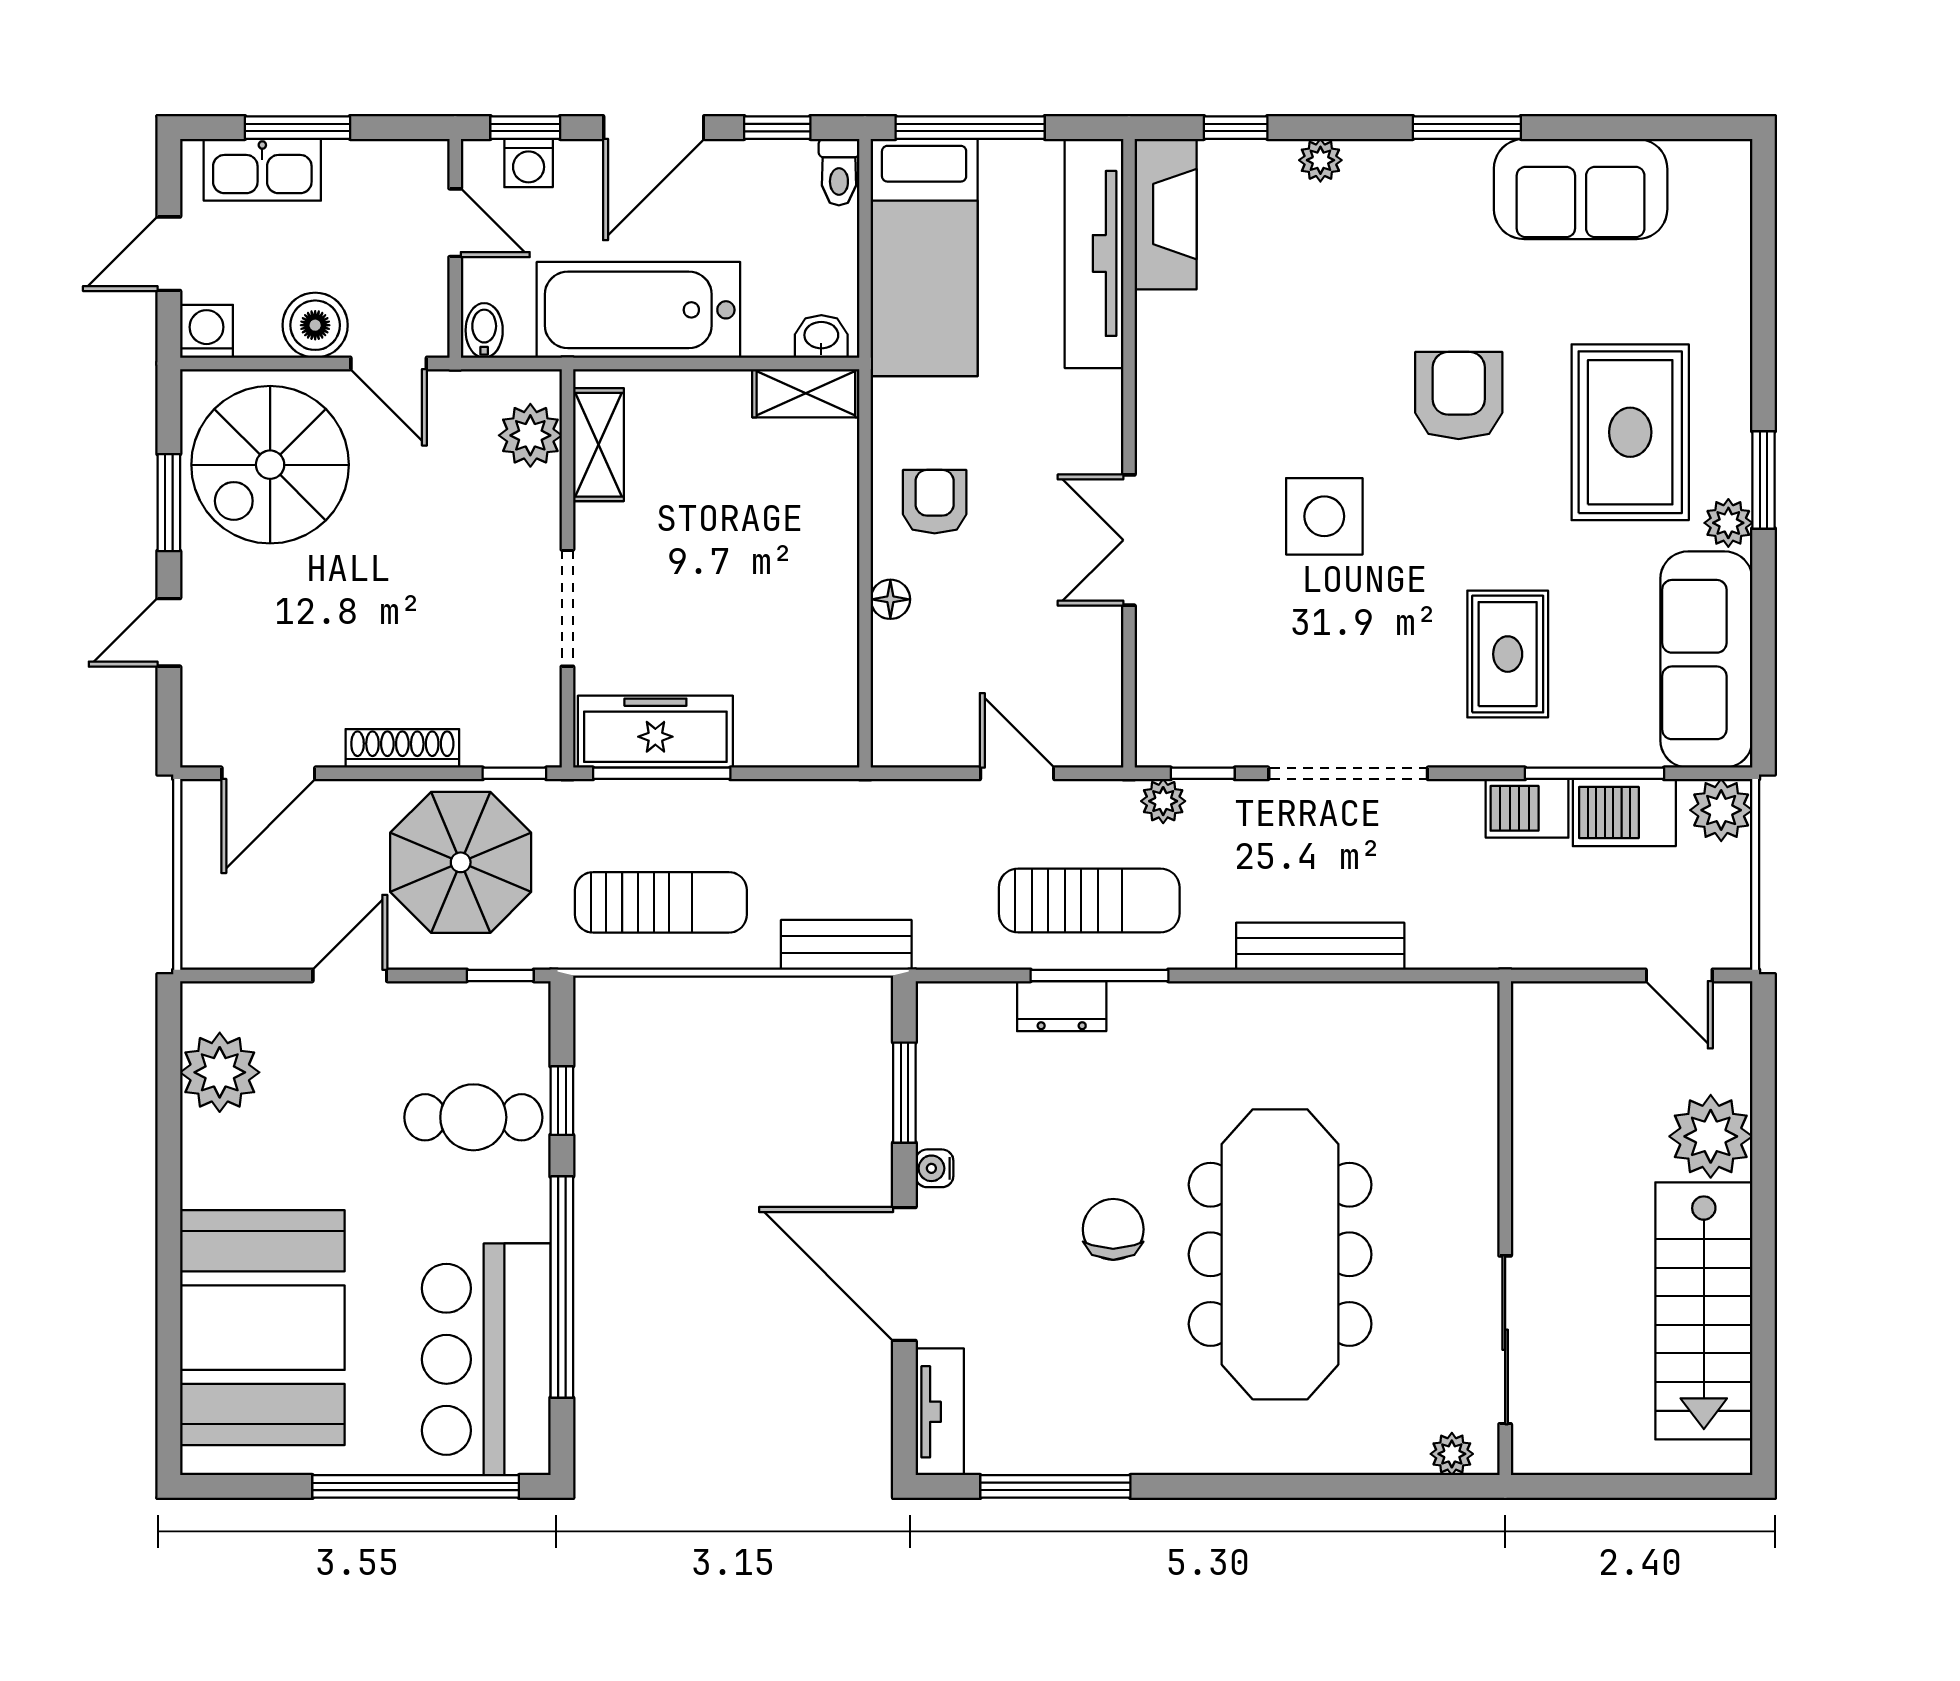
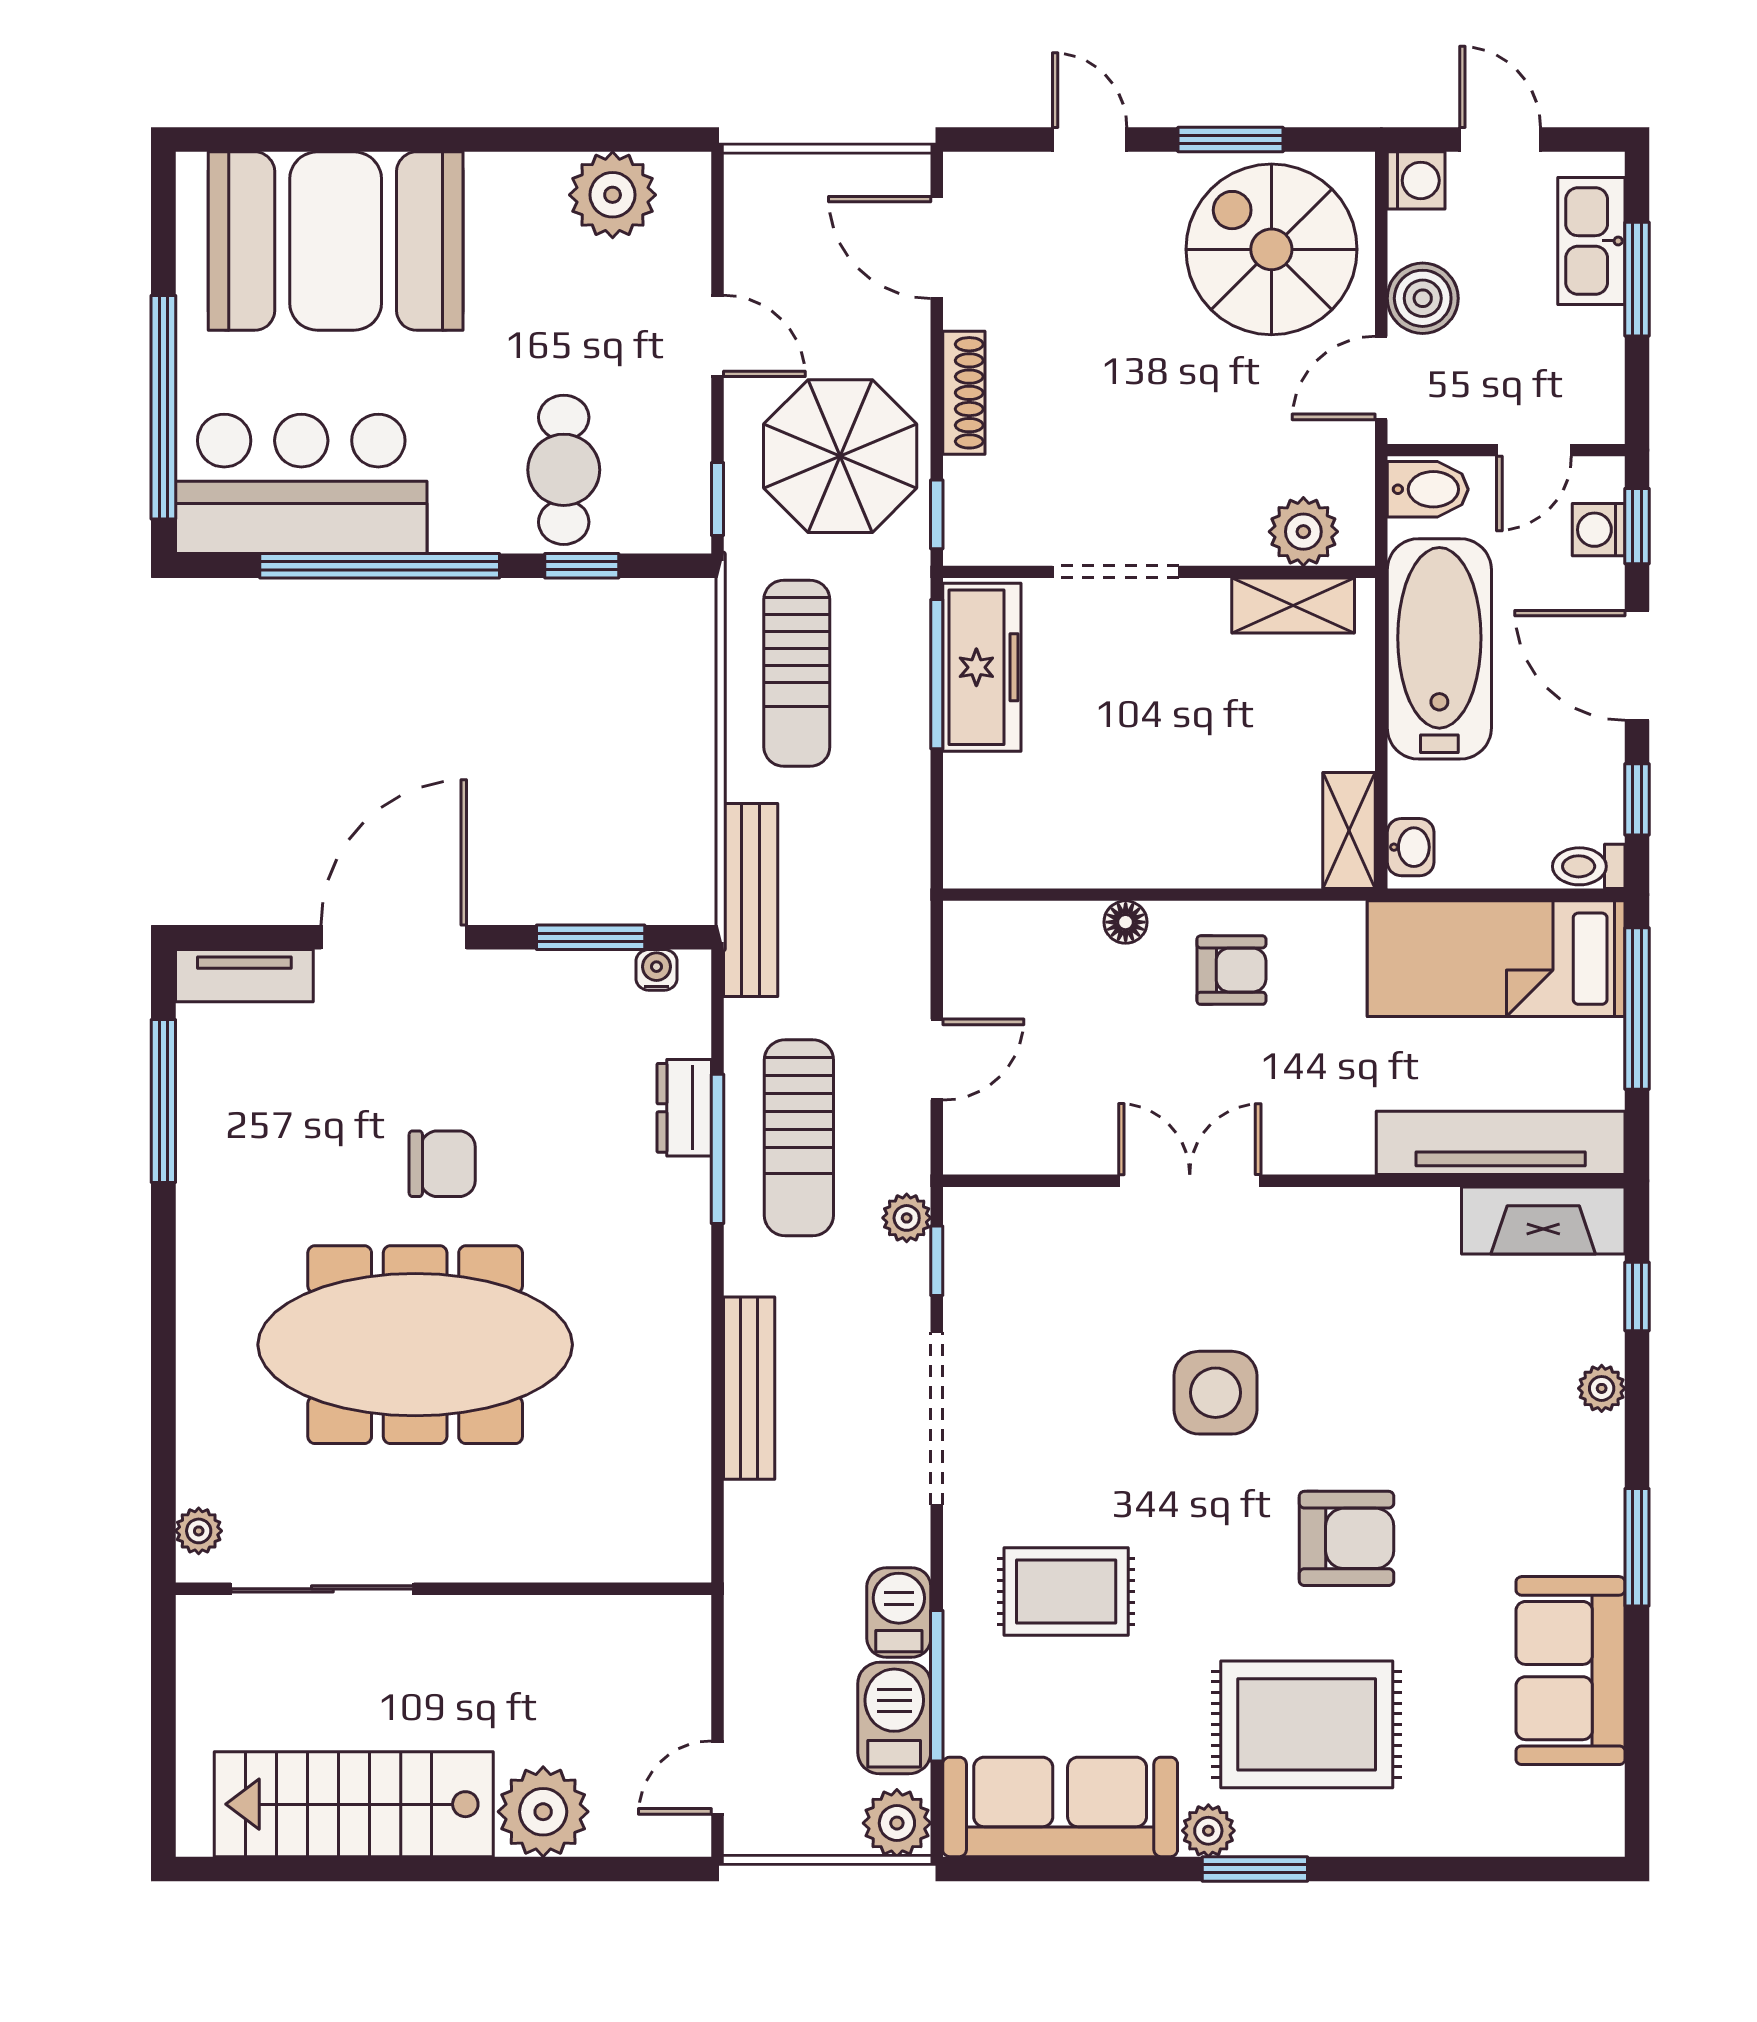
bidet: (484, 330) -> (1428, 489), width x1.38, depth x1.36
bench: (846, 945) -> (751, 900), width x1.36
water cooler: (934, 1168) -> (656, 970), moved

